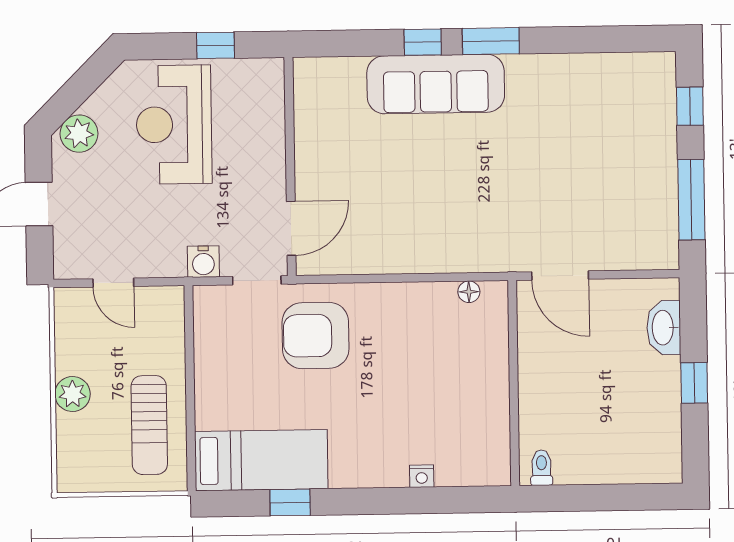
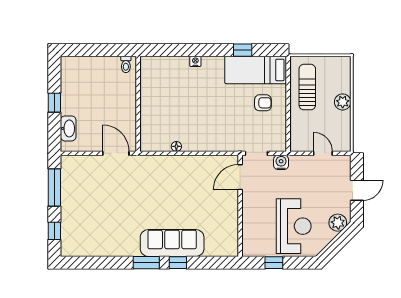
floor lamp: (469, 292) -> (176, 146), moved
armchair: (316, 336) -> (263, 103), moved, width x0.53, depth x0.53
nightstand: (422, 476) -> (195, 61), moved

